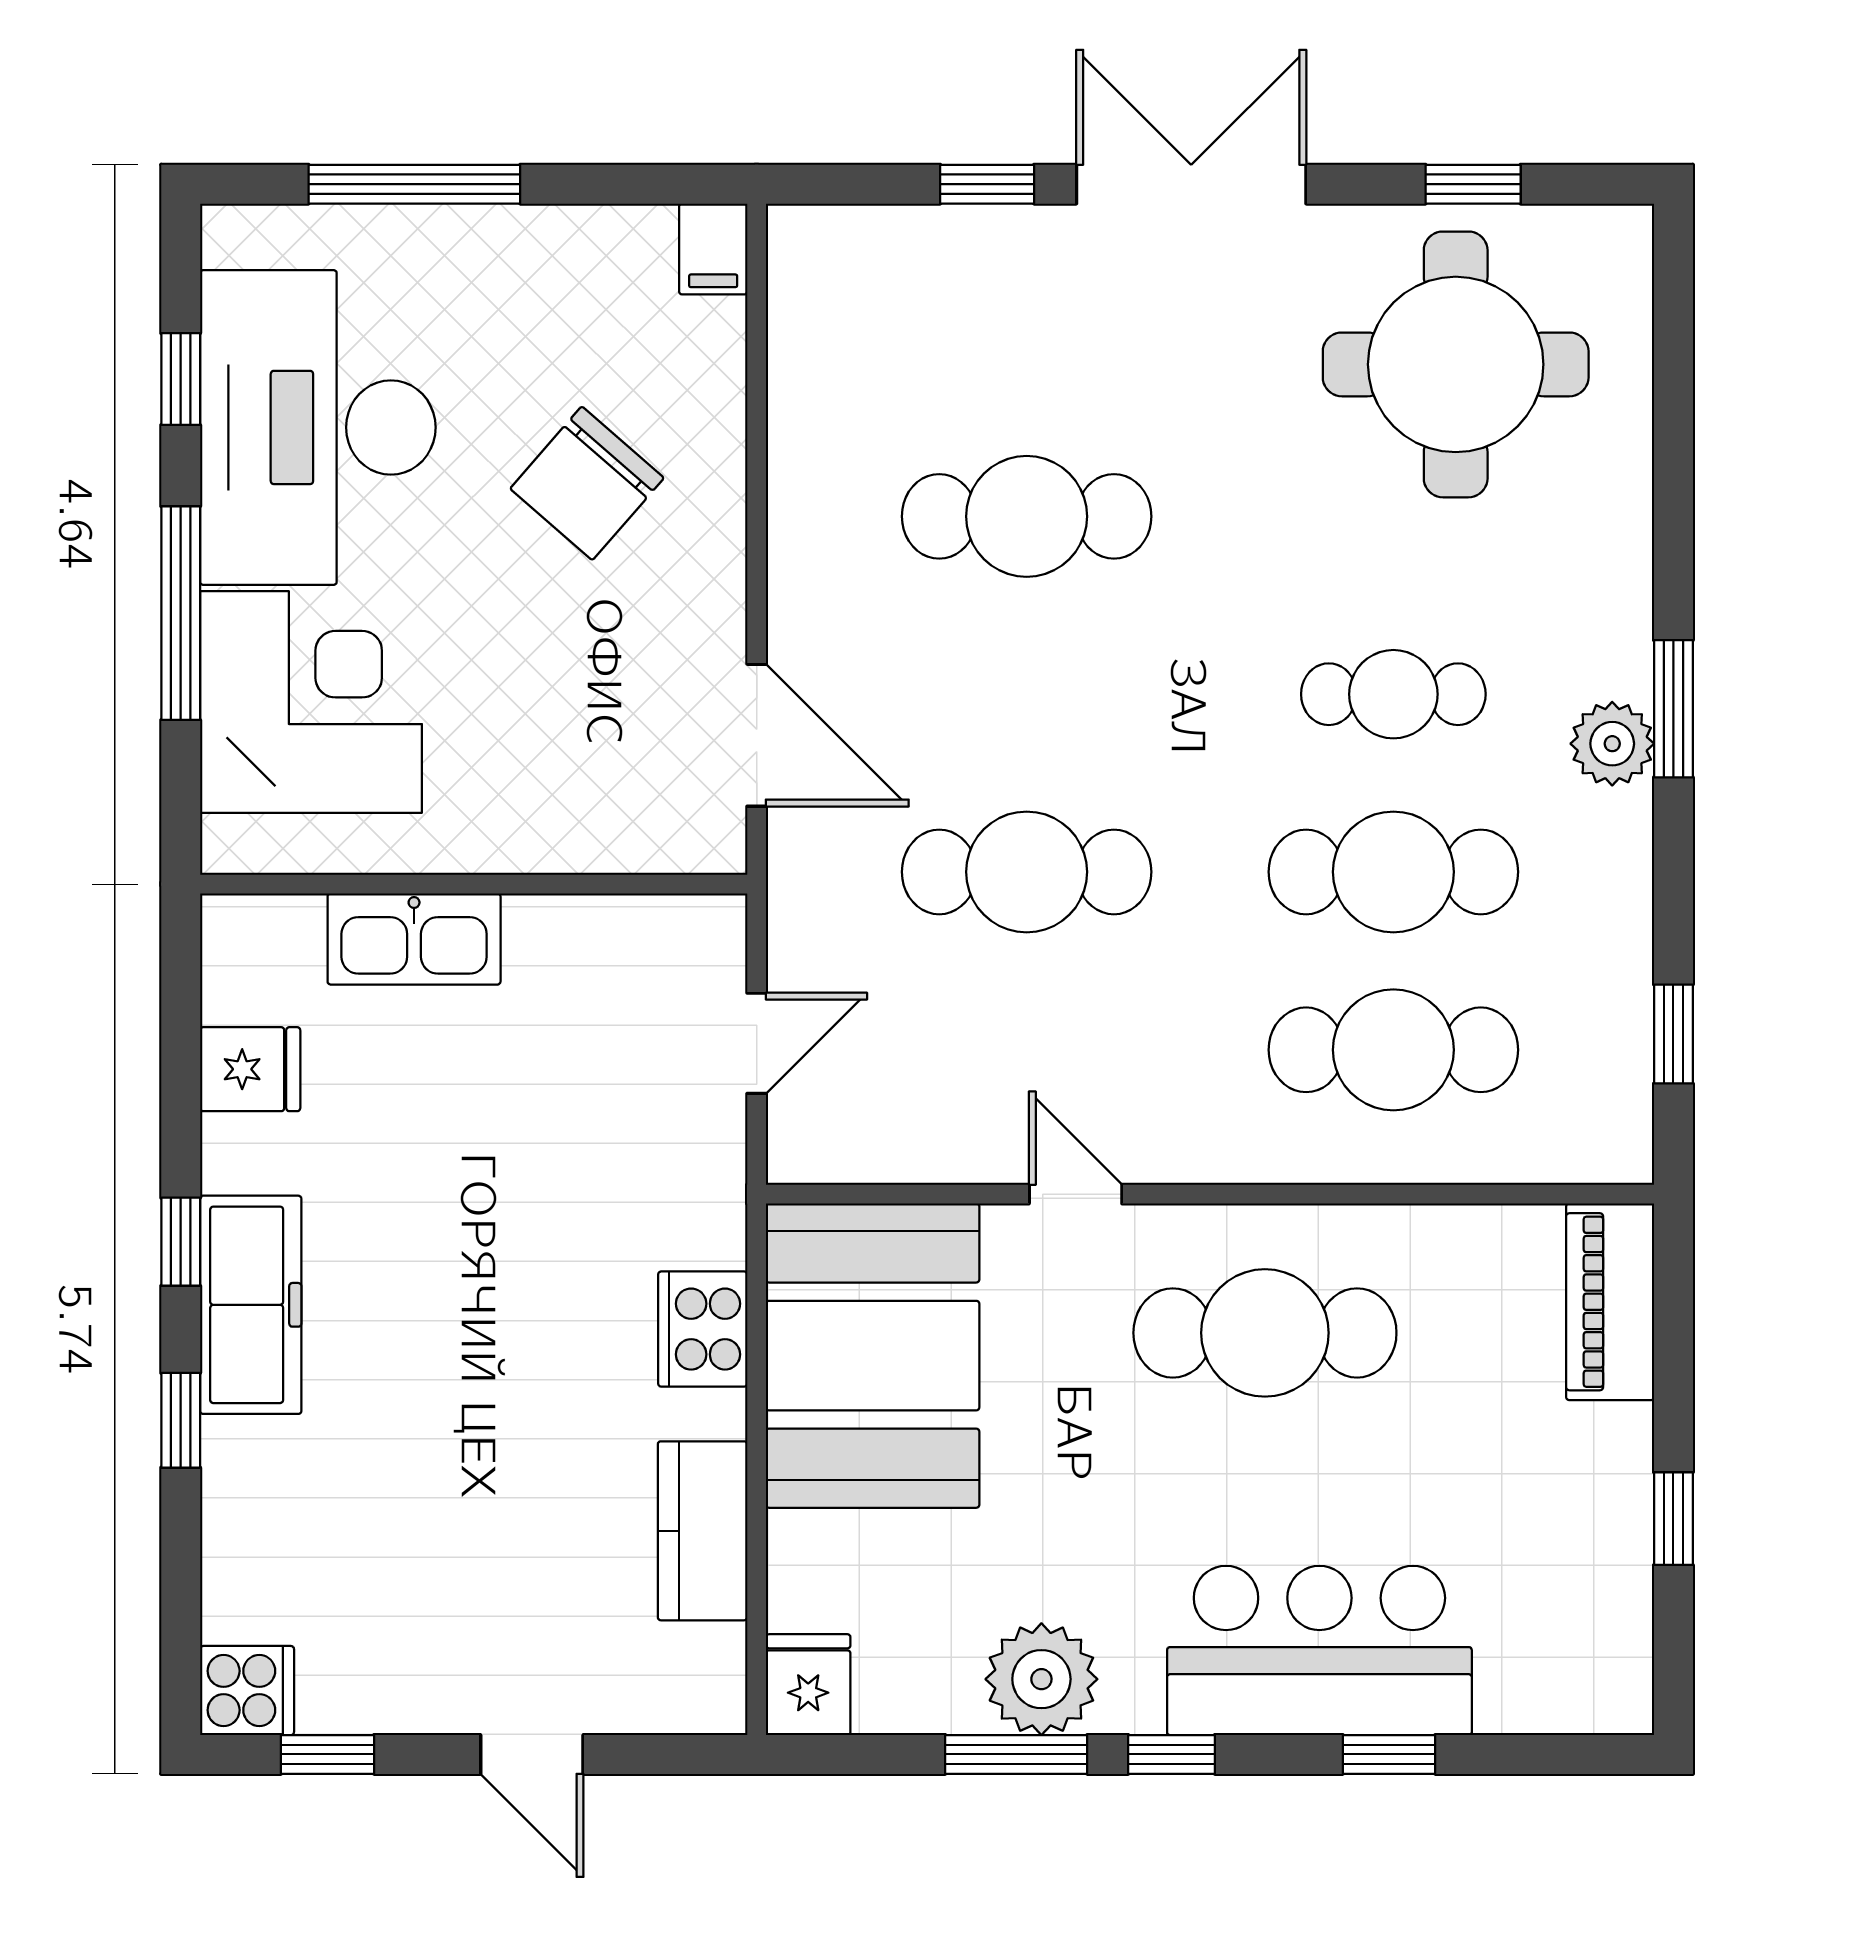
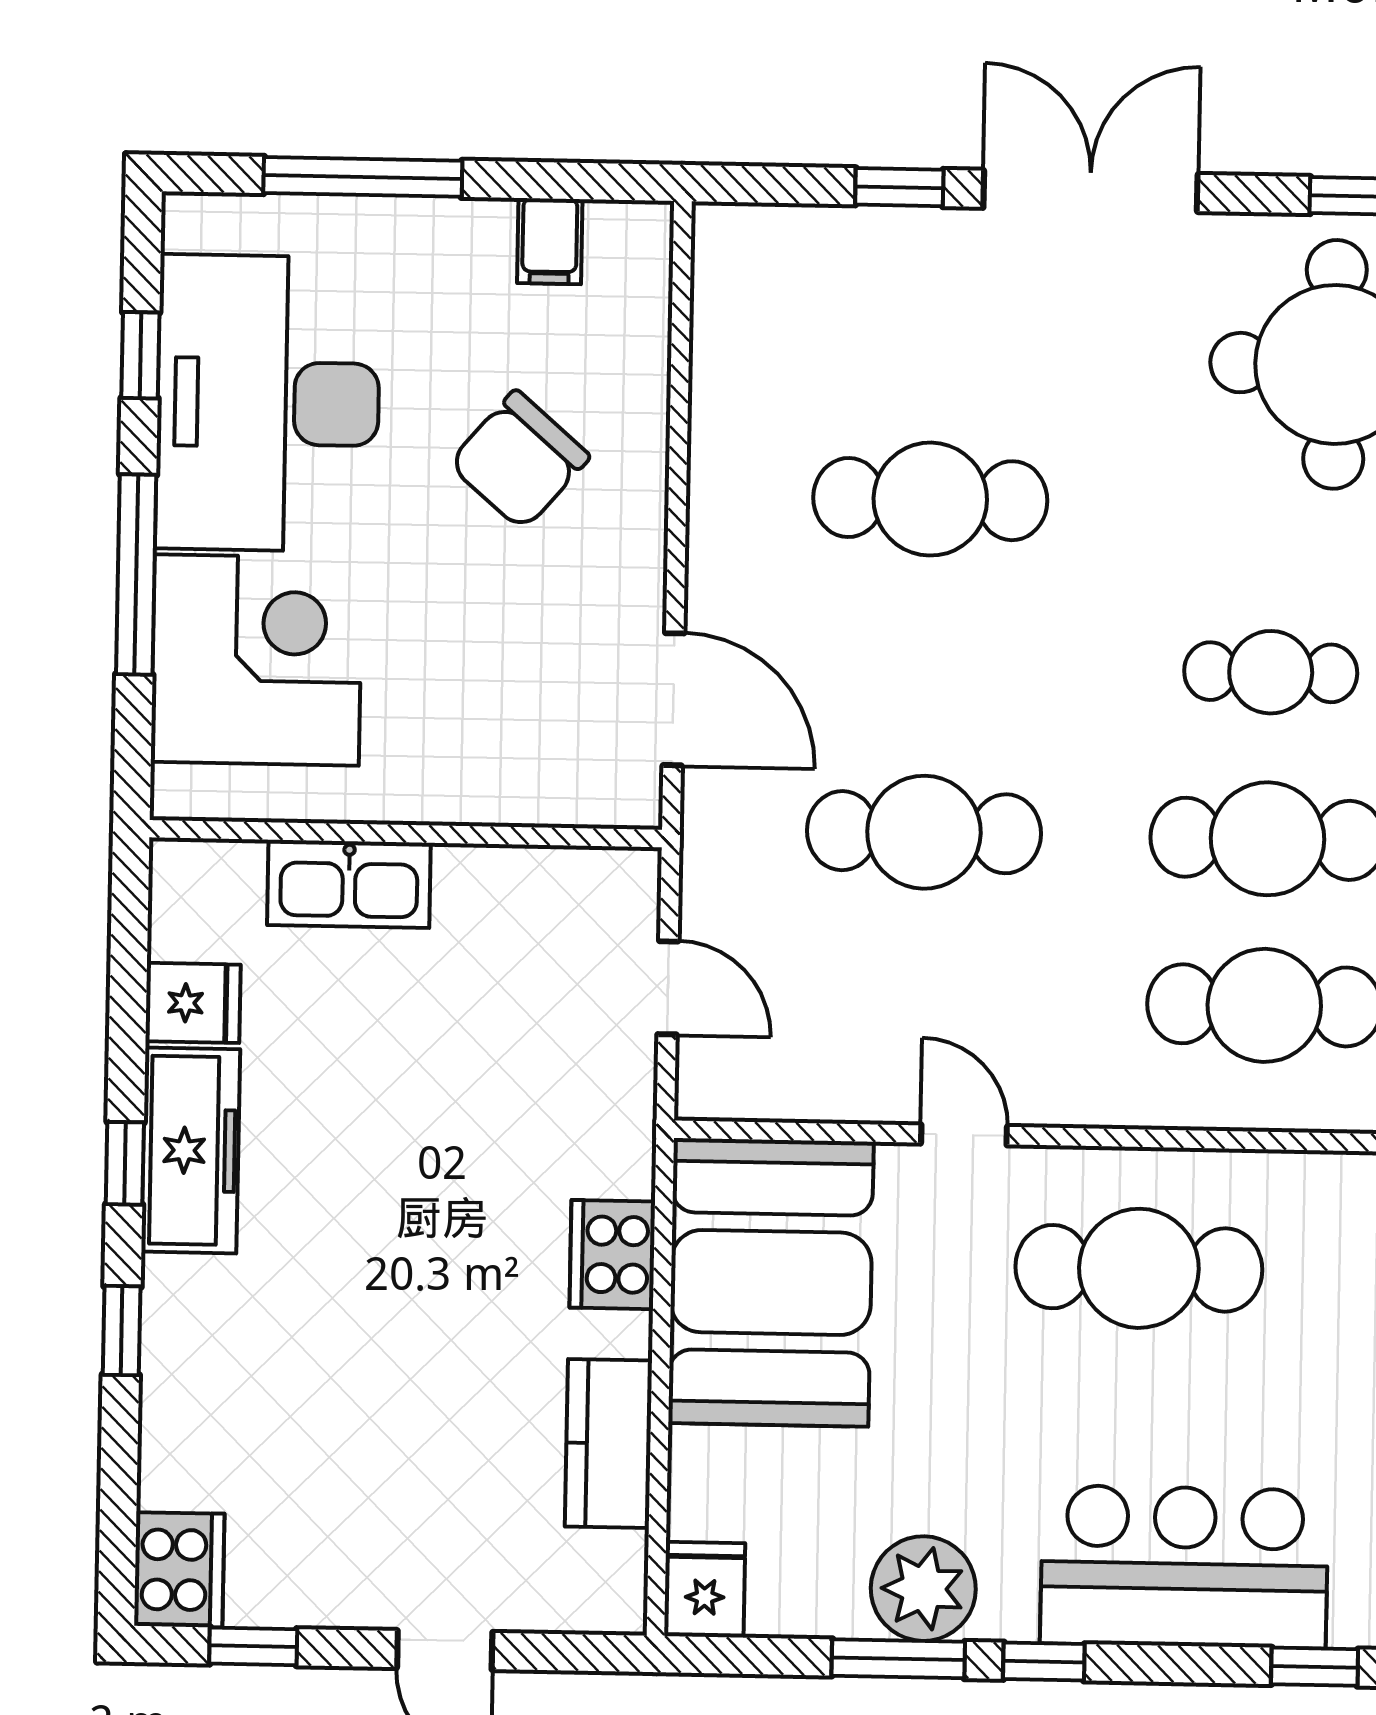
filing cabinet: (713, 249) -> (550, 241), moved
door: (757, 1043) -> (668, 988), hinge flipped
freezer: (251, 1305) -> (191, 1150), moved
cooker: (247, 1691) -> (179, 1570), width x1.36
window: (1389, 1754) -> (1315, 1667), moved

